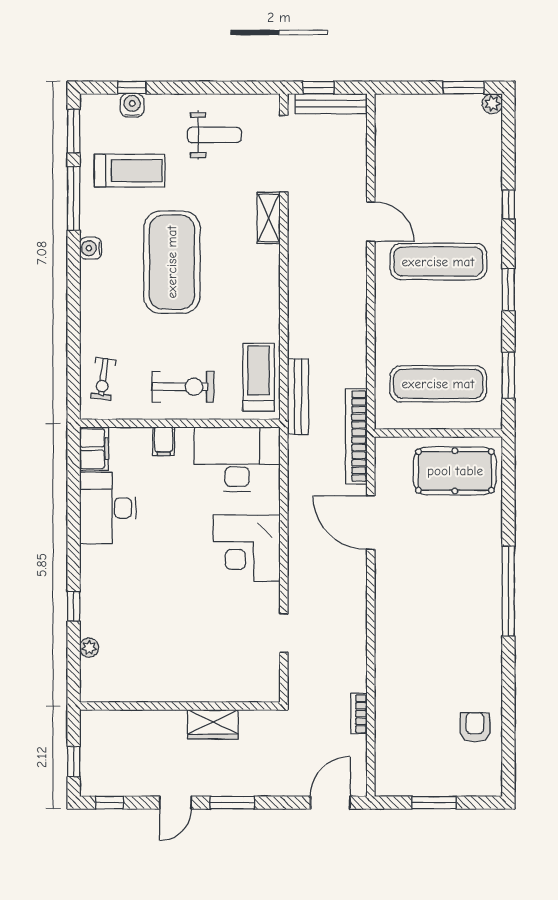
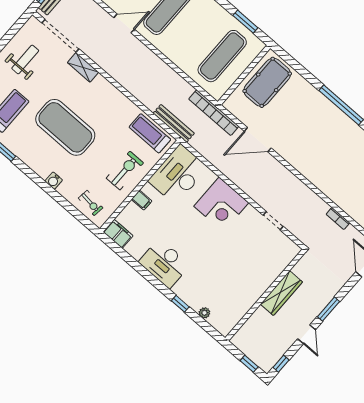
water cooler: (91, 248) -> (54, 181), moved
desk: (108, 508) -> (164, 263), moved
wardrobe: (213, 724) -> (281, 293), width x1.50

